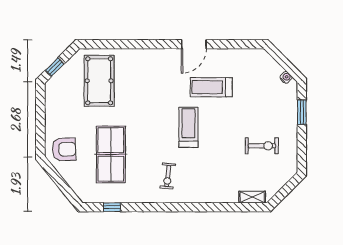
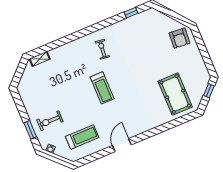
treadmill: (211, 87) -> (82, 137), moved
exercise bike: (262, 146) -> (50, 121), moved
armchair: (64, 149) -> (179, 38), turned -83
table tennis table: (111, 154) -> (147, 48), removed

